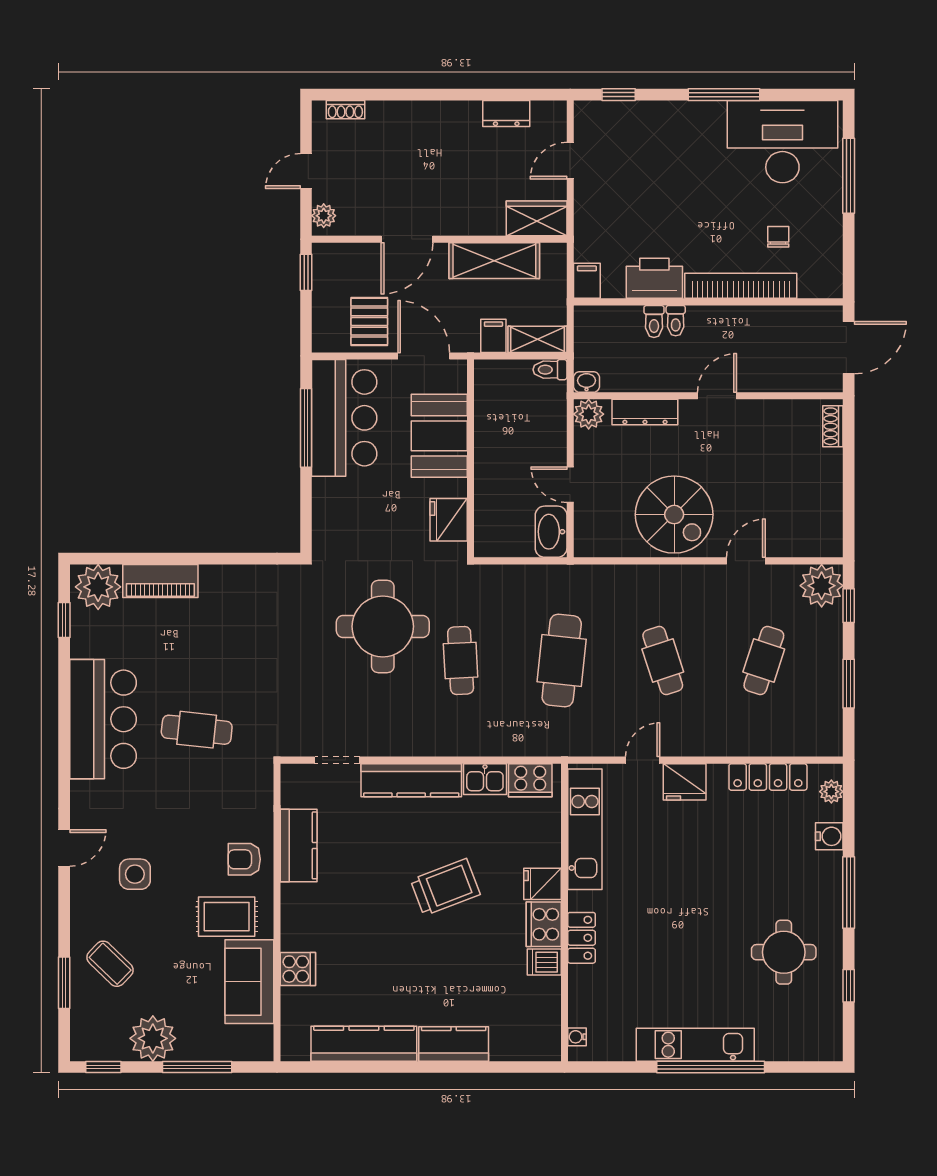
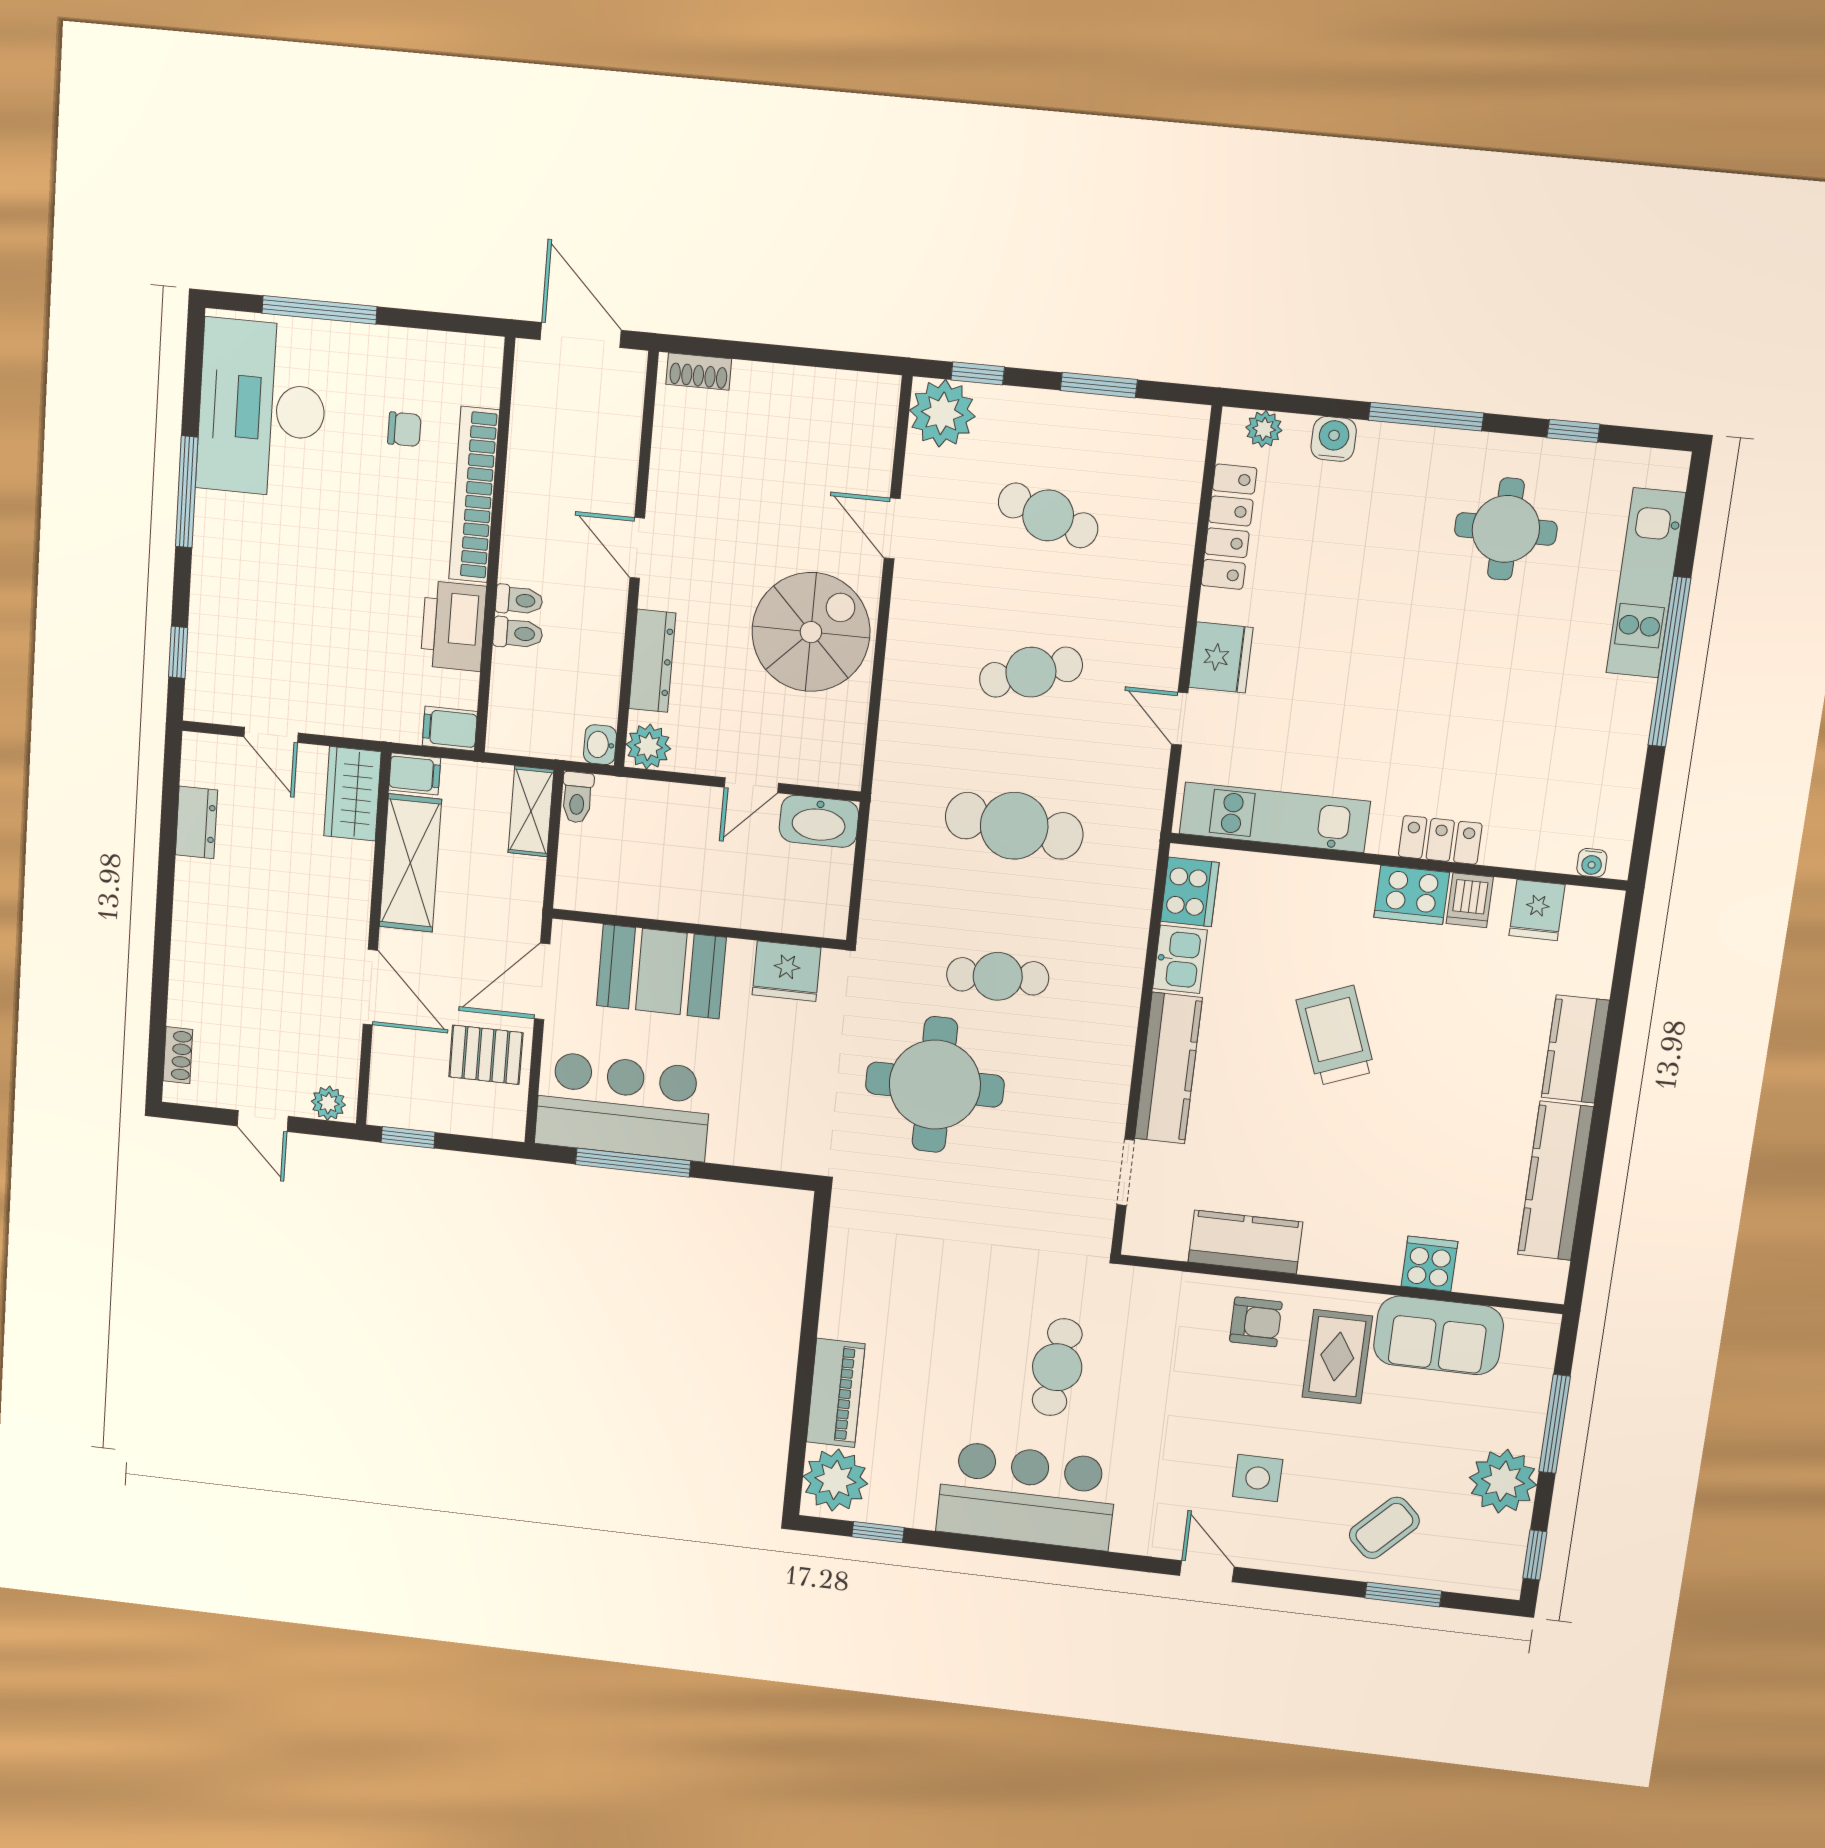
chair: (778, 237) -> (404, 429), turned 180
filing cabinet: (493, 336) -> (415, 774), moved, turned 180
armchair: (244, 859) -> (1256, 1322), turned -90
fridge: (542, 884) -> (1537, 910), moved
kitchen unit: (695, 1045) -> (1646, 583), moved

